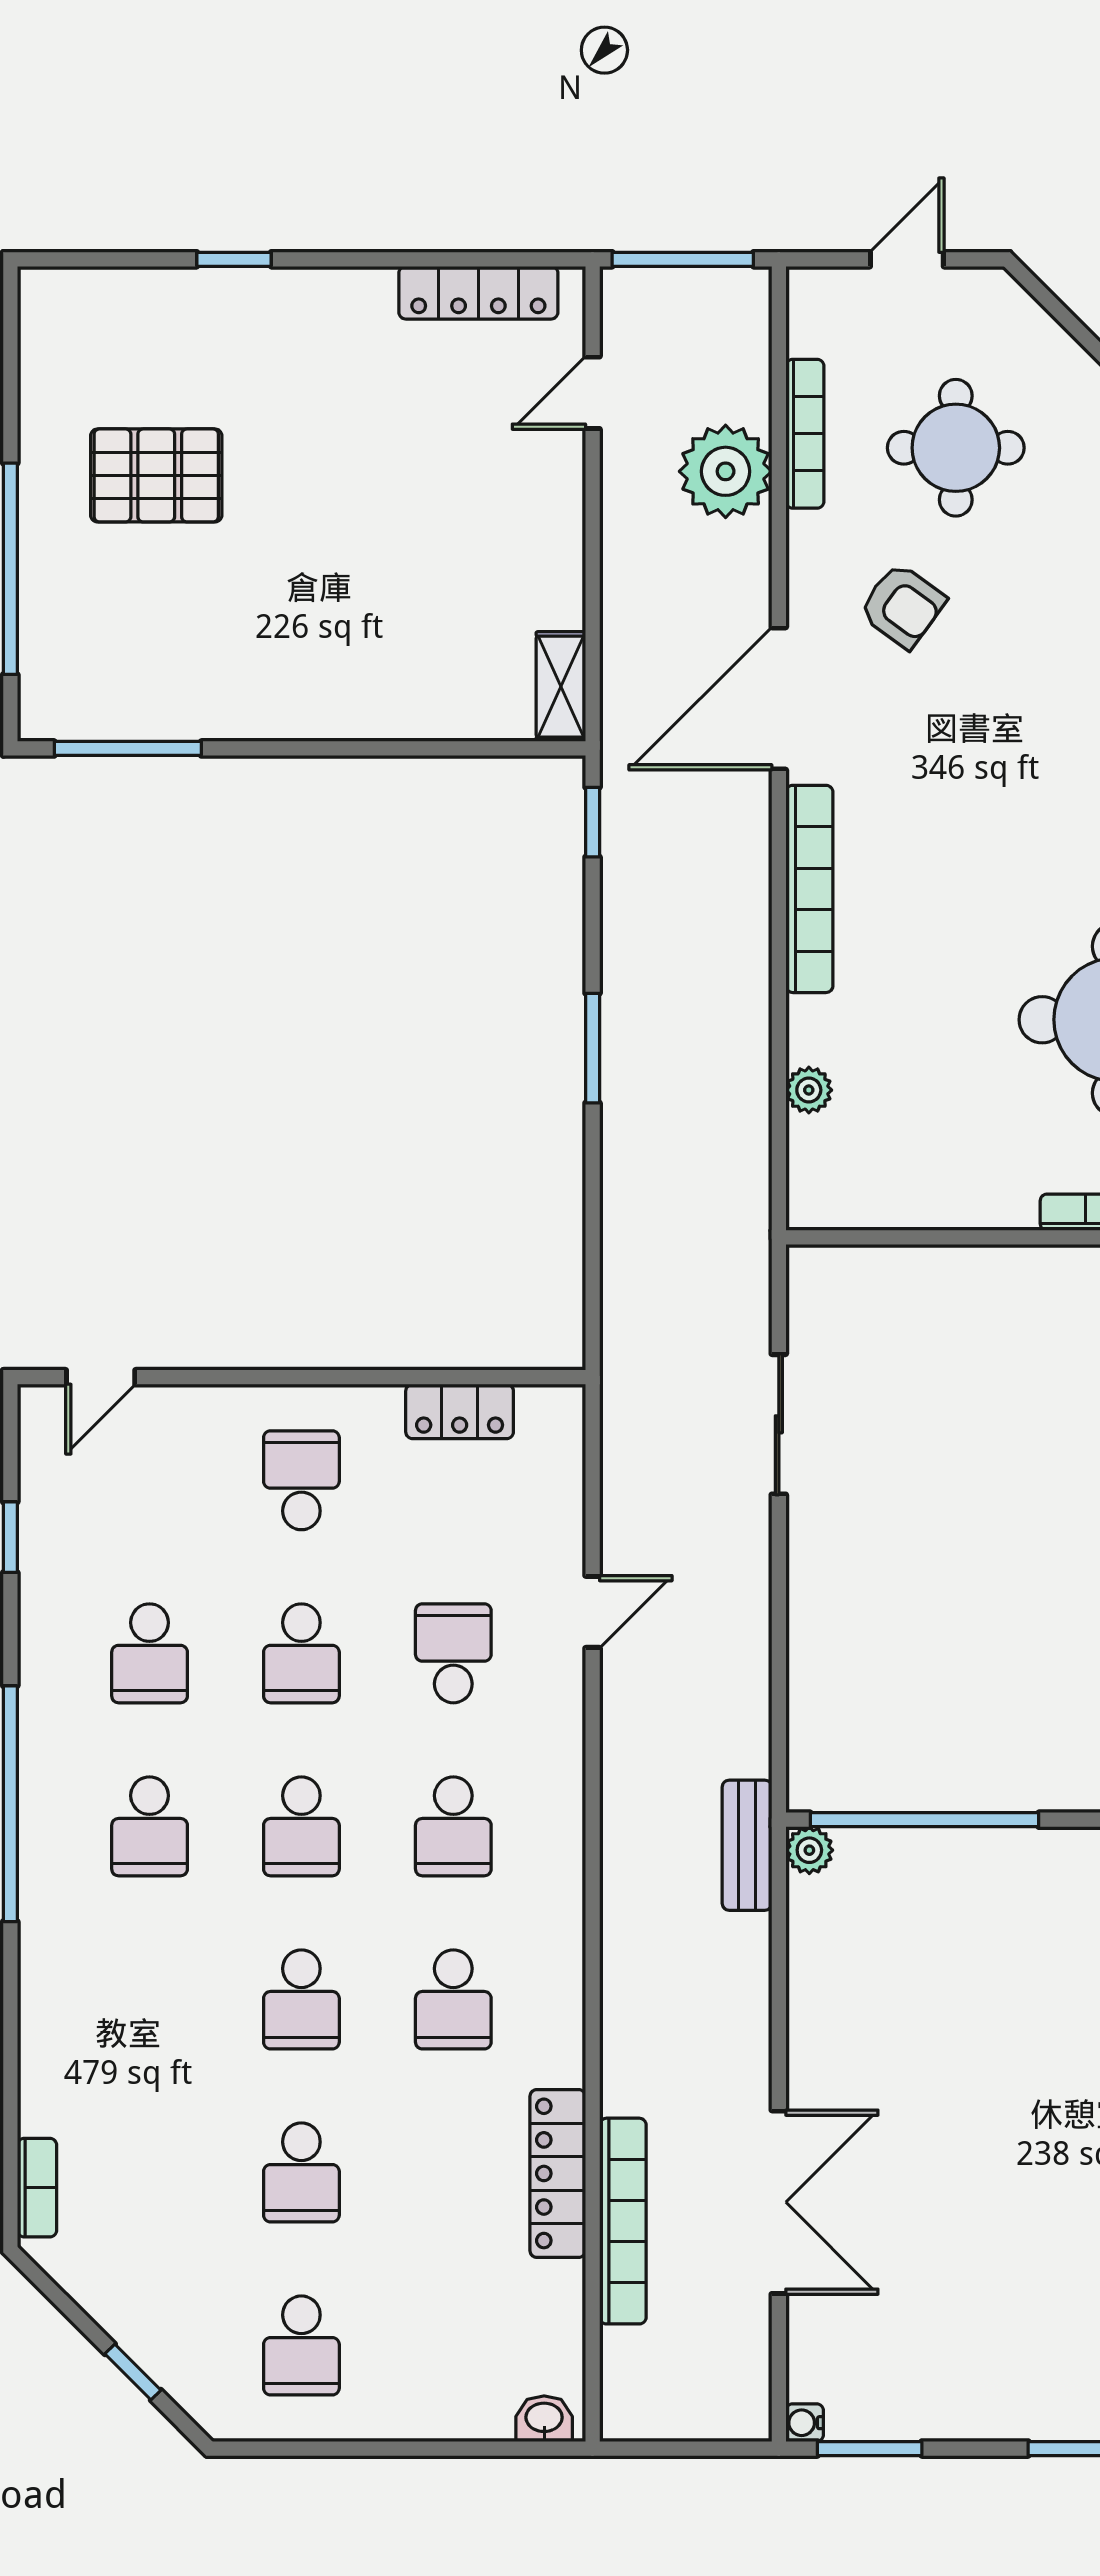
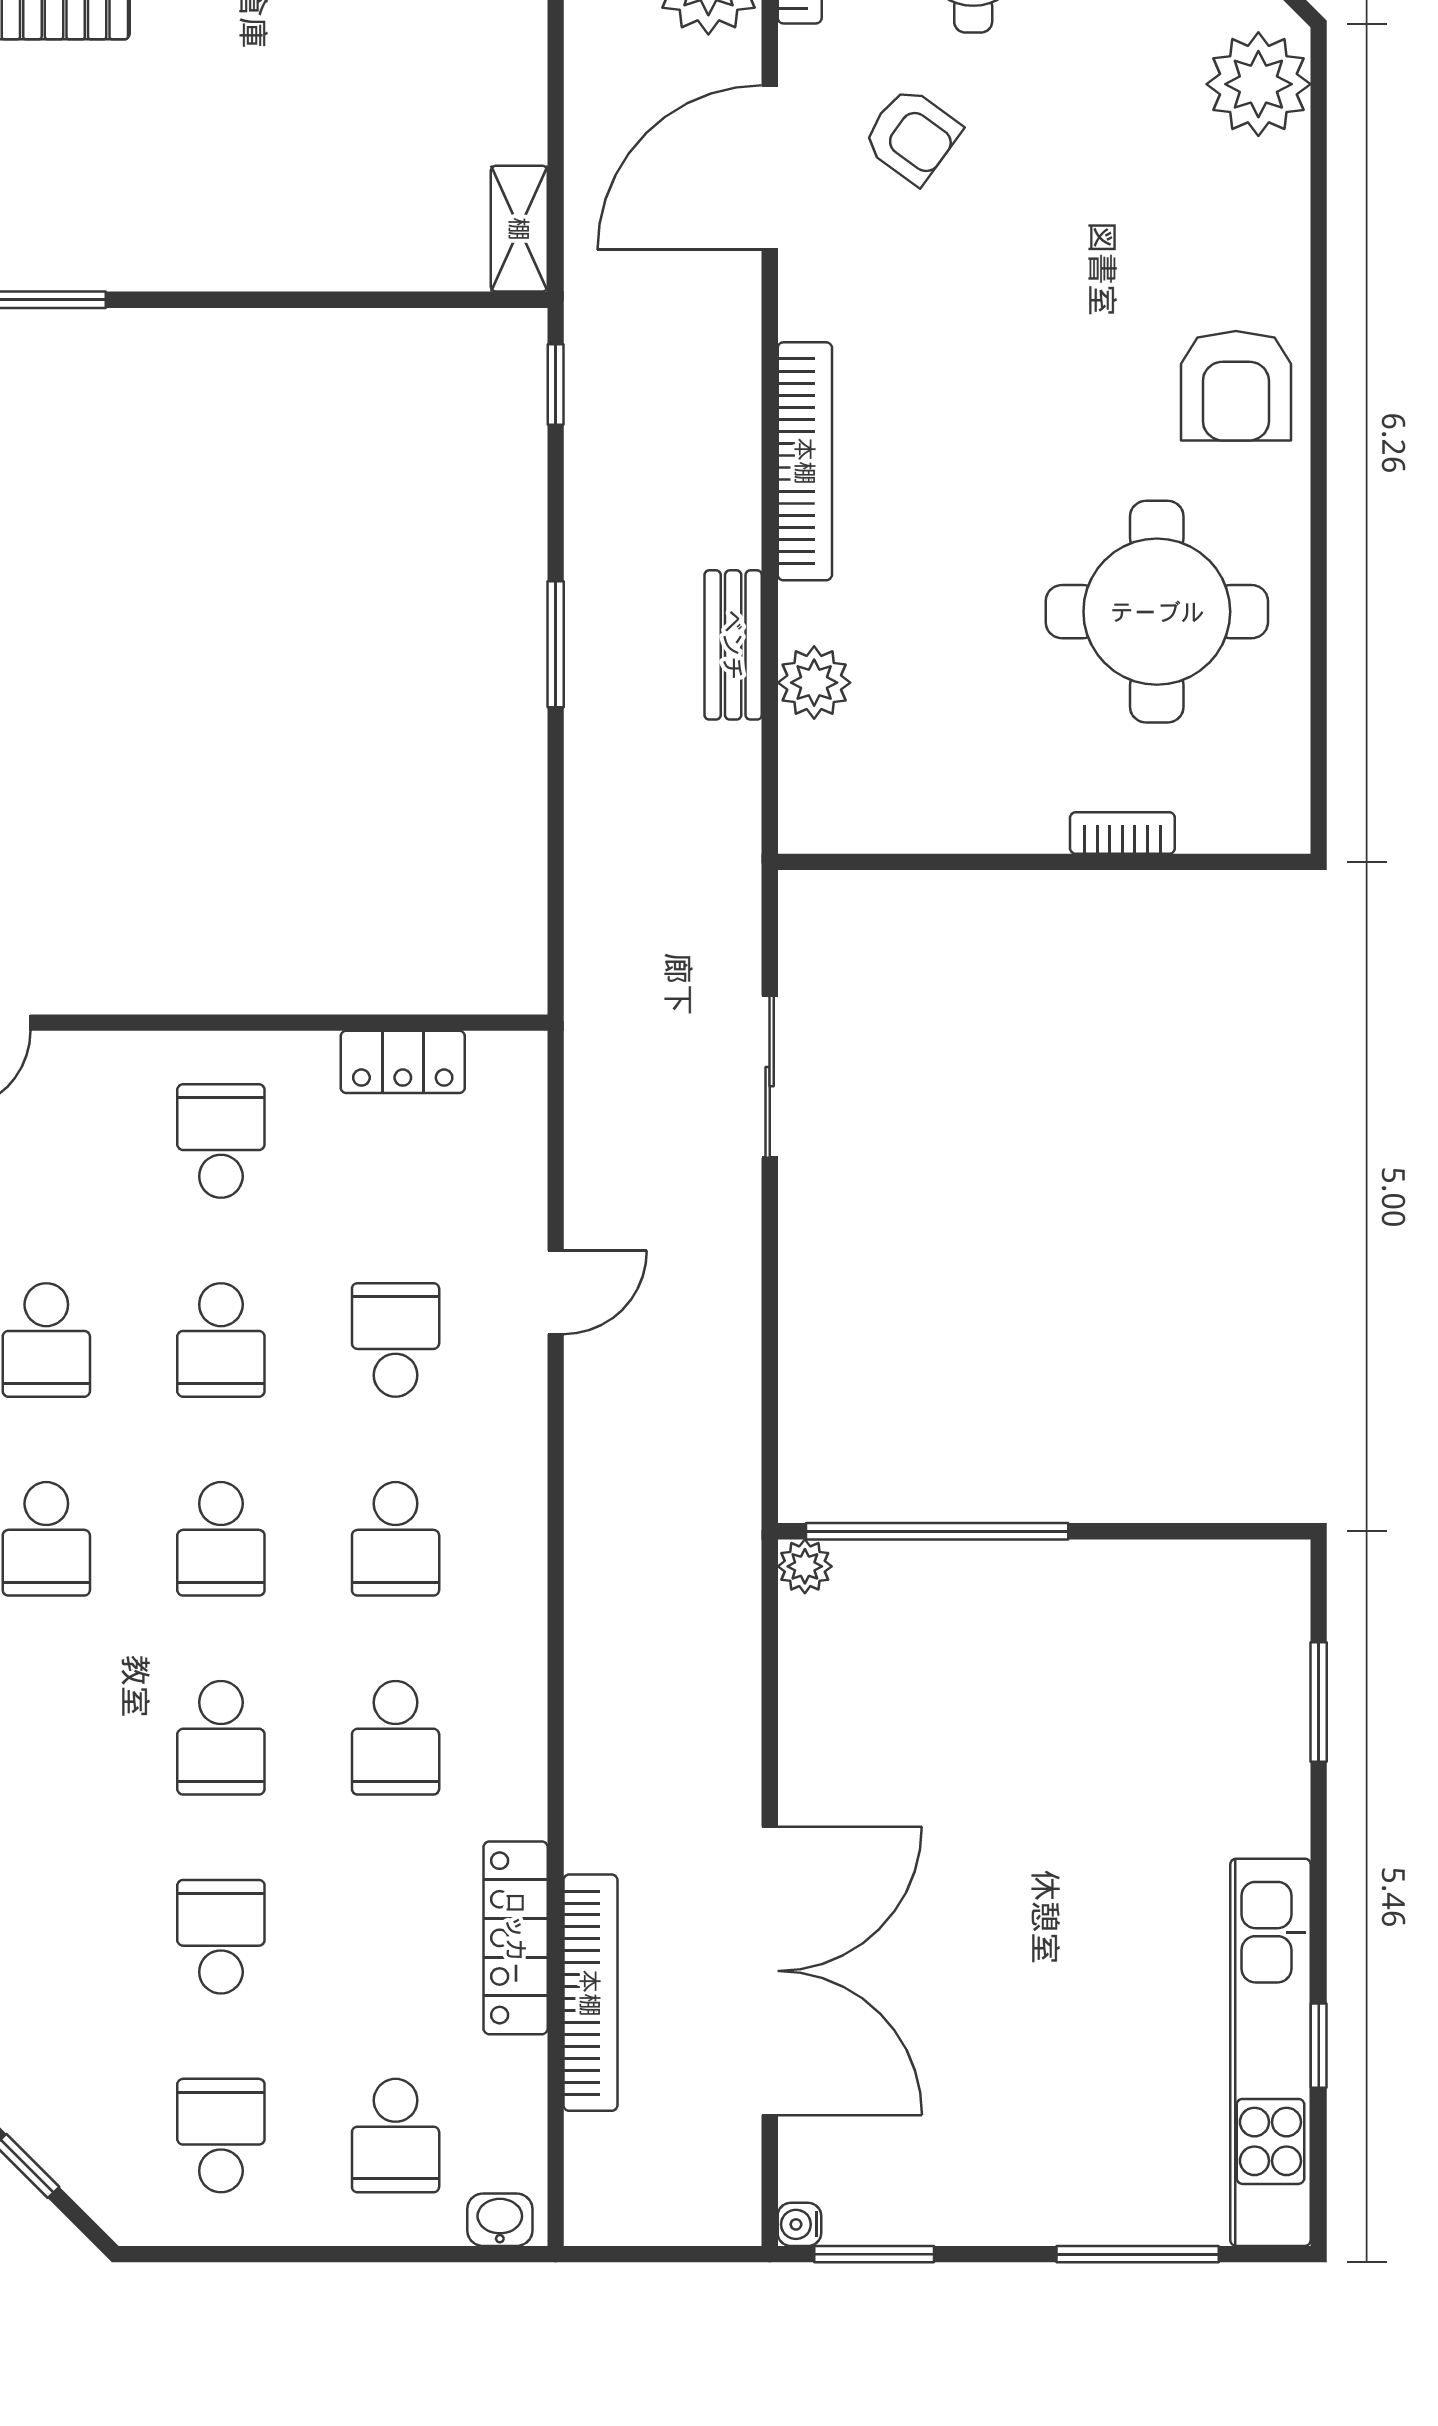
door: (779, 698) -> (770, 168), moved
plant: (809, 1090) -> (814, 683), width x1.38, depth x1.38
bench: (747, 1845) -> (733, 645), moved
school desk: (301, 2172) -> (221, 1937), turned 180
double door: (779, 2202) -> (770, 1971), width x1.36
school desk: (301, 2345) -> (221, 2136), turned 180
school desk: (453, 2345) -> (396, 2136), added

